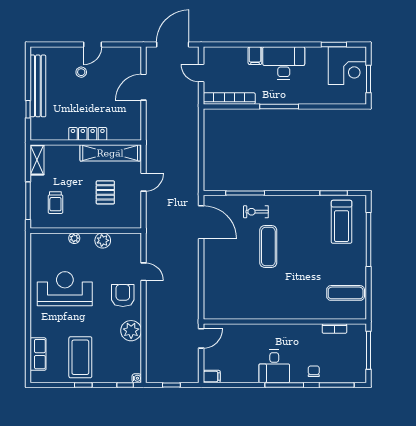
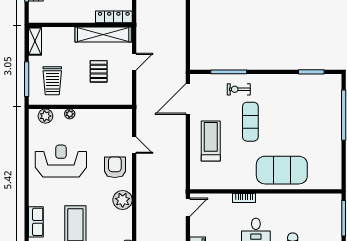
locker: (88, 134) -> (114, 17), moved
trolley: (55, 203) -> (52, 81), width x1.36, depth x1.39
door: (201, 222) -> (188, 99), swing flipped
treadmill: (342, 222) -> (211, 141), moved, turned 180
plant: (103, 240) -> (45, 116), moved
exercise mat: (346, 293) -> (282, 170), moved, width x2.00, depth x1.45
bookcase: (334, 329) -> (244, 198), moved

